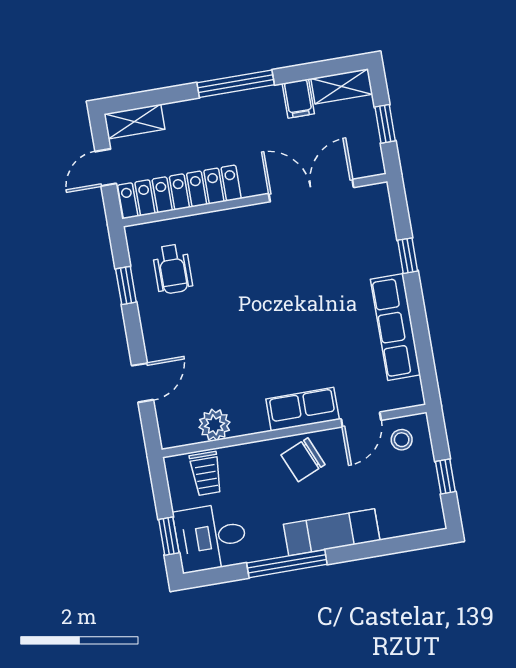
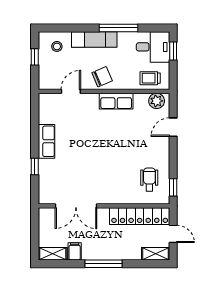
window: (385, 124) -> (35, 232), removed
door: (106, 168) -> (173, 234), hinge flipped
window: (126, 285) -> (173, 187), moved
row of seats: (396, 327) -> (47, 141), width x0.68
row of seats: (303, 409) -> (116, 101), moved
plant: (215, 425) -> (157, 101), moved
stool: (402, 440) -> (57, 46), moved
trolley: (206, 473) -> (150, 78), turned -90

